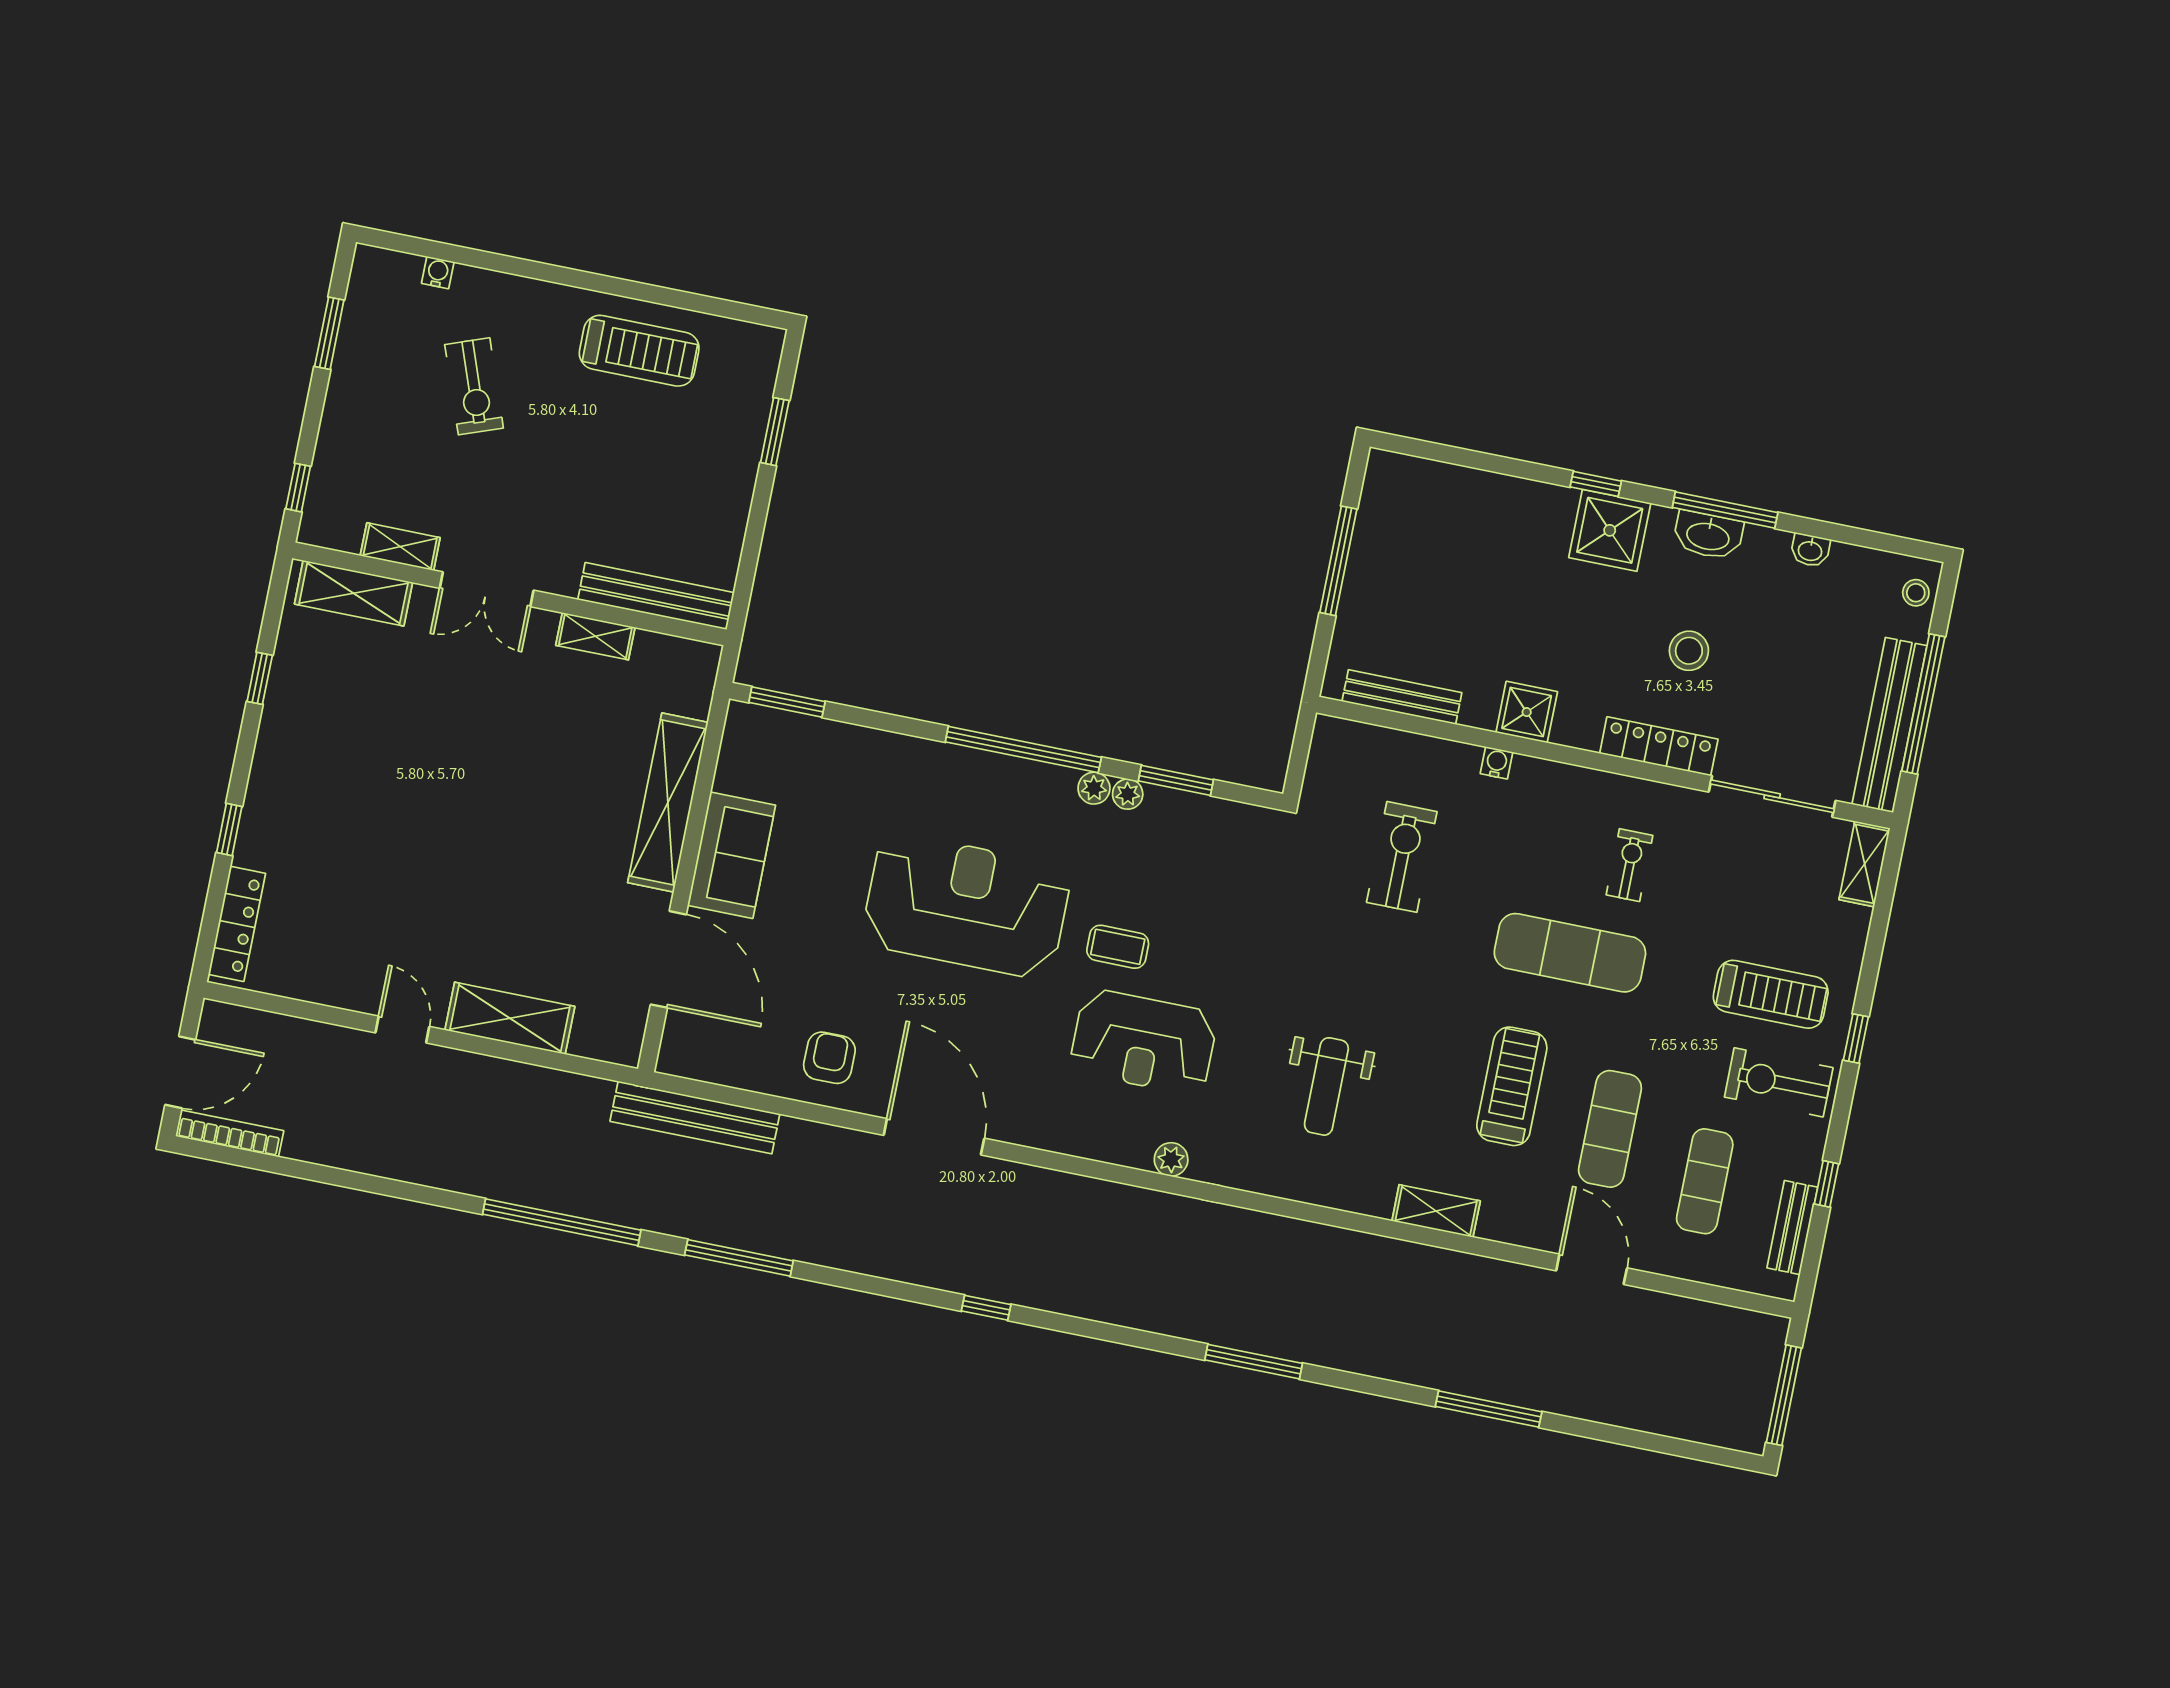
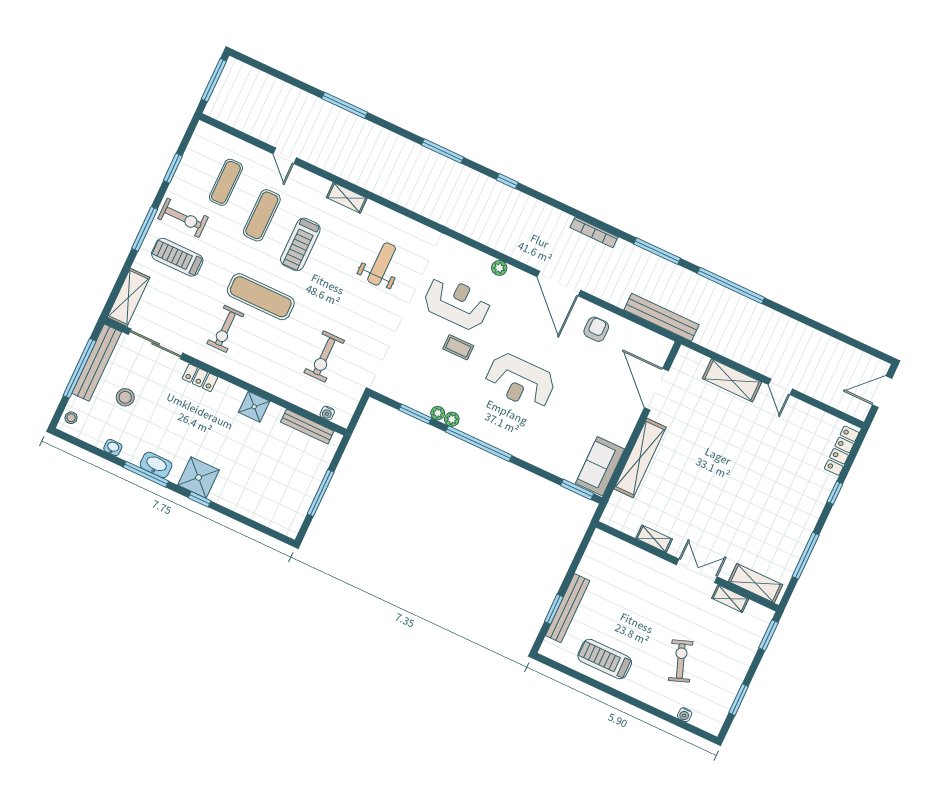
window: (298, 488) -> (769, 635), width x1.50
bench: (656, 596) -> (568, 608), moved, turned 90
stool: (1689, 651) -> (125, 397), moved
window: (260, 678) -> (806, 556), width x2.17
locker: (1659, 746) -> (200, 378), width x0.66
water cooler: (1496, 763) -> (327, 413), moved
sofa: (731, 855) -> (600, 466), moved
shelving: (1865, 864) -> (129, 297), width x1.50, depth x1.33
exercise bike: (1629, 865) -> (225, 329), width x1.38, depth x1.39
reception desk: (966, 906) -> (520, 381), width x0.74, depth x0.77
window: (1856, 1038) -> (145, 229), width x2.17
armchair: (829, 1058) -> (596, 329), turned 180
bookcase: (230, 1133) -> (594, 232), moved
plant: (1171, 1159) -> (499, 268), moved
window: (1827, 1184) -> (173, 168), width x1.50
bench: (1792, 1228) -> (192, 153), removed
door: (1592, 1269) -> (285, 156), width x0.73
window: (986, 1308) -> (507, 181), moved

